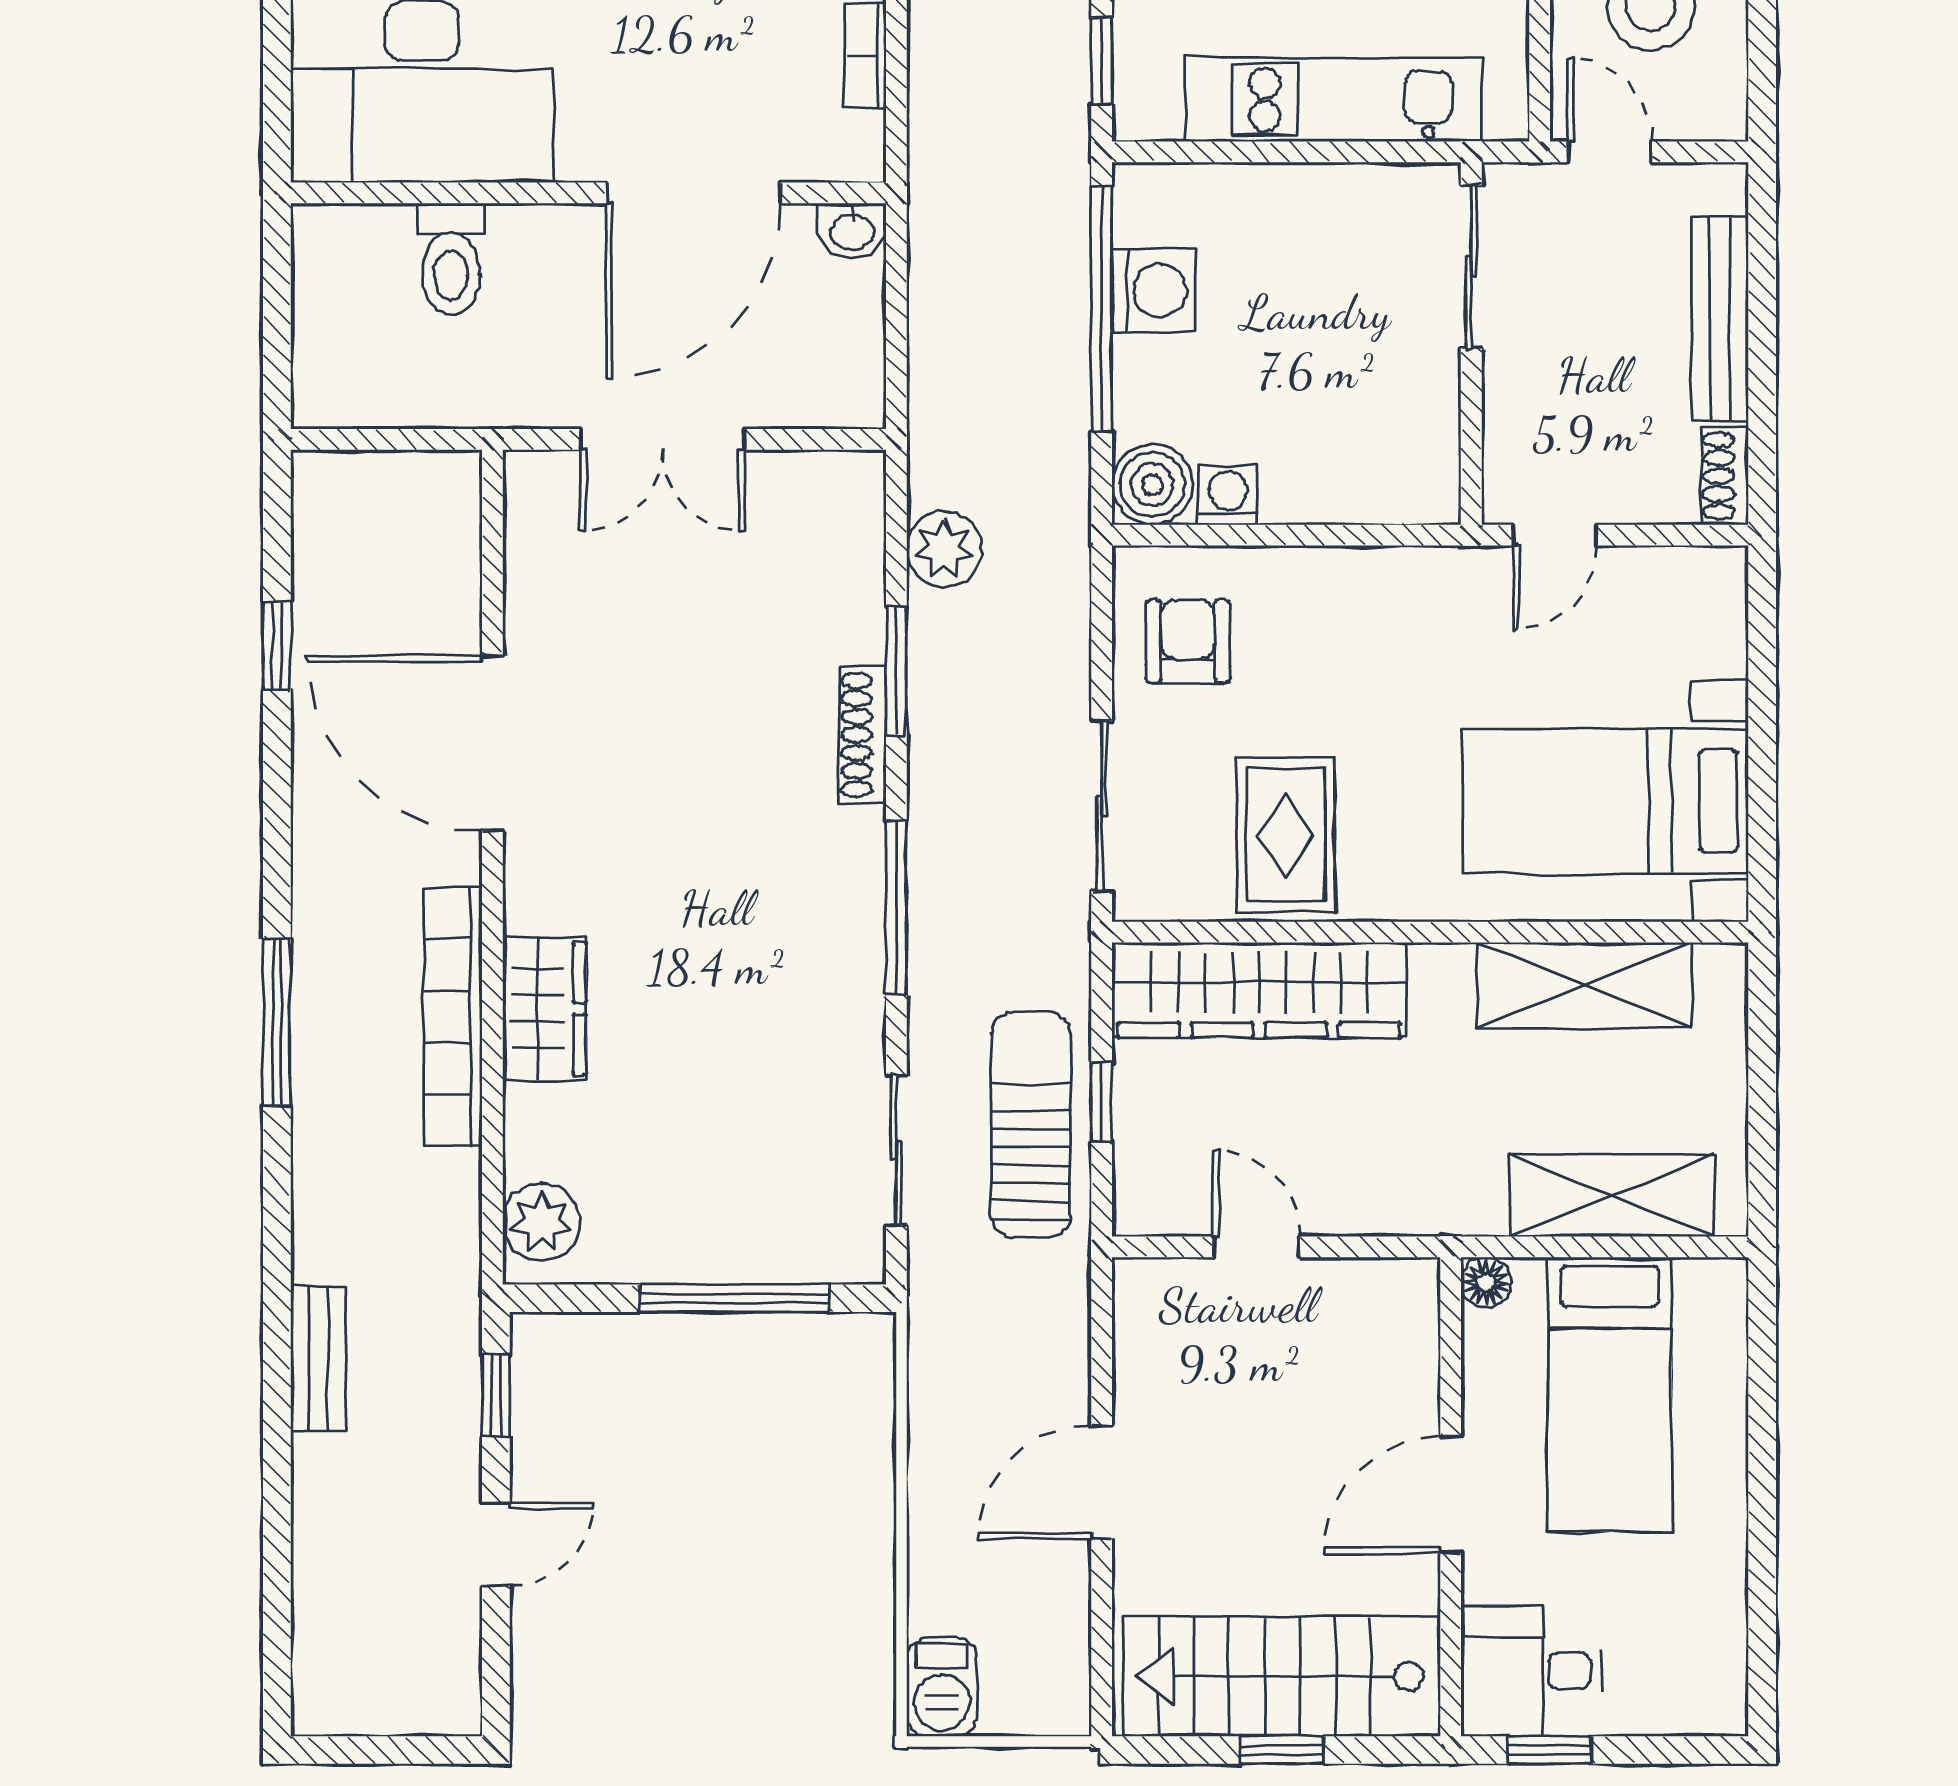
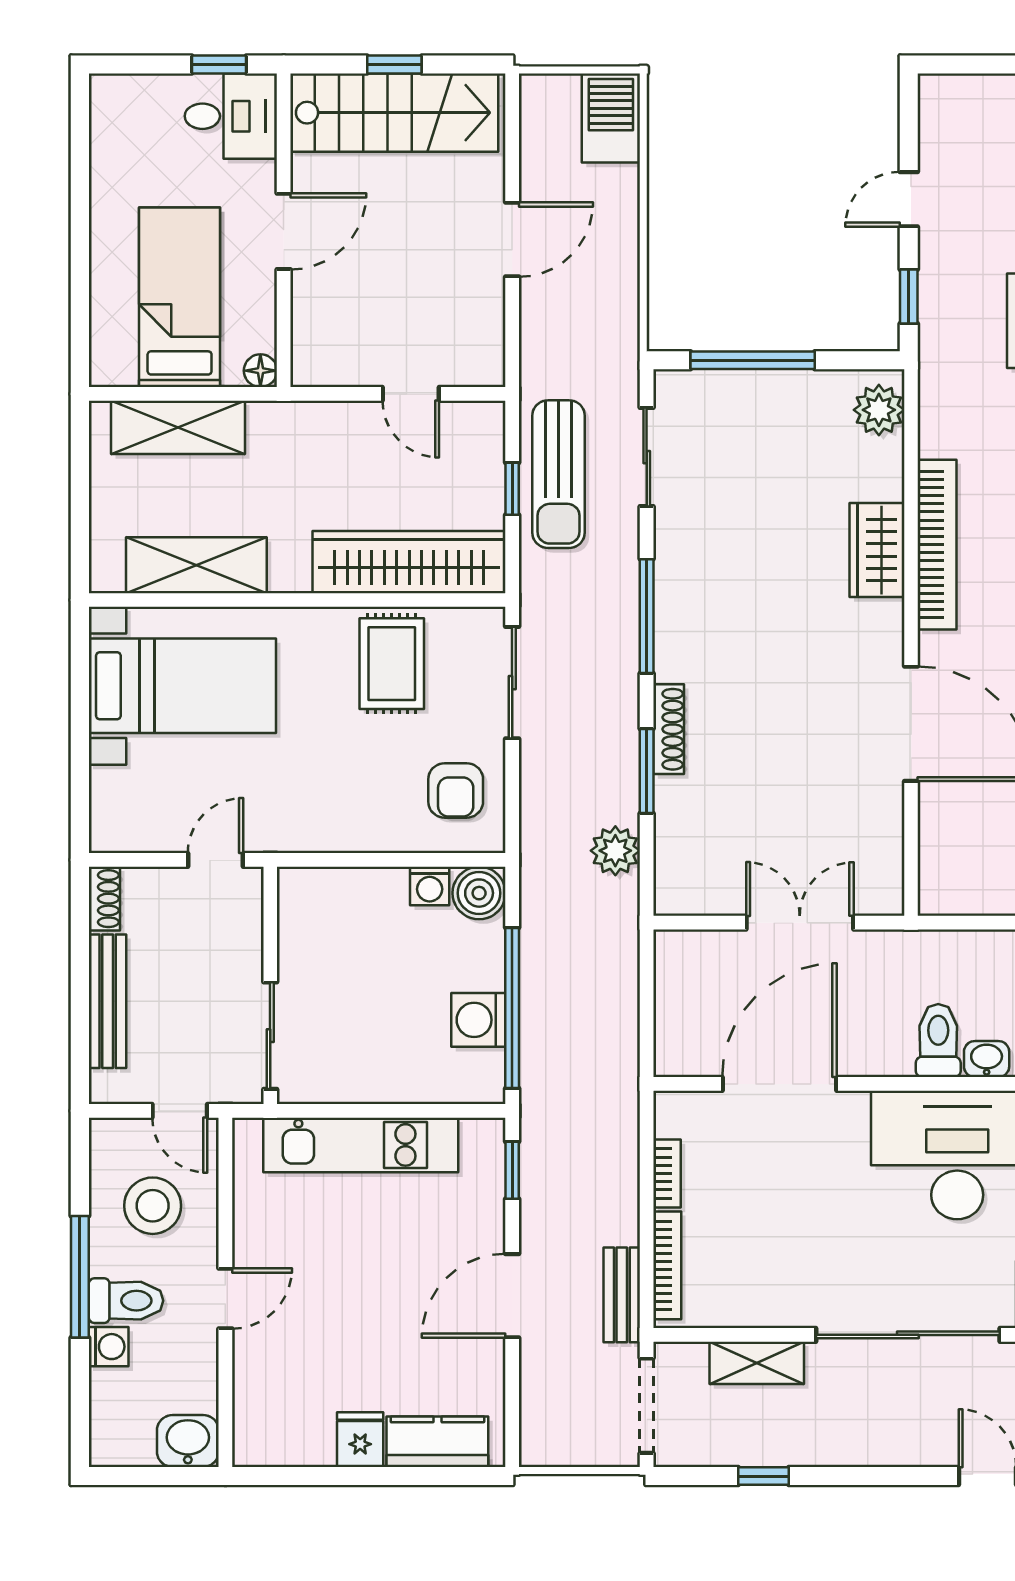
washbasin: (852, 231) -> (987, 1059), moved
barbecue: (942, 1687) -> (611, 118), width x1.38, depth x1.27

